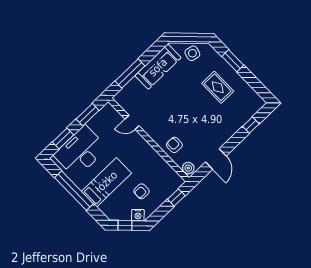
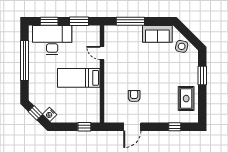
sofa: (158, 67) -> (157, 34), width x0.73
rug: (218, 87) -> (186, 99), moved
armchair: (174, 145) -> (134, 96), moved
plant: (188, 168) -> (110, 116), removed
bed: (106, 182) -> (79, 78), moved, turned 180
armchair: (141, 191) -> (66, 102), removed

